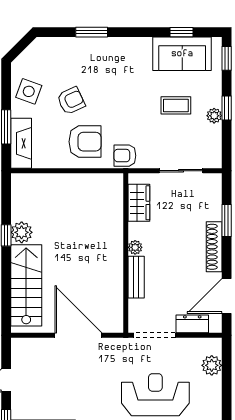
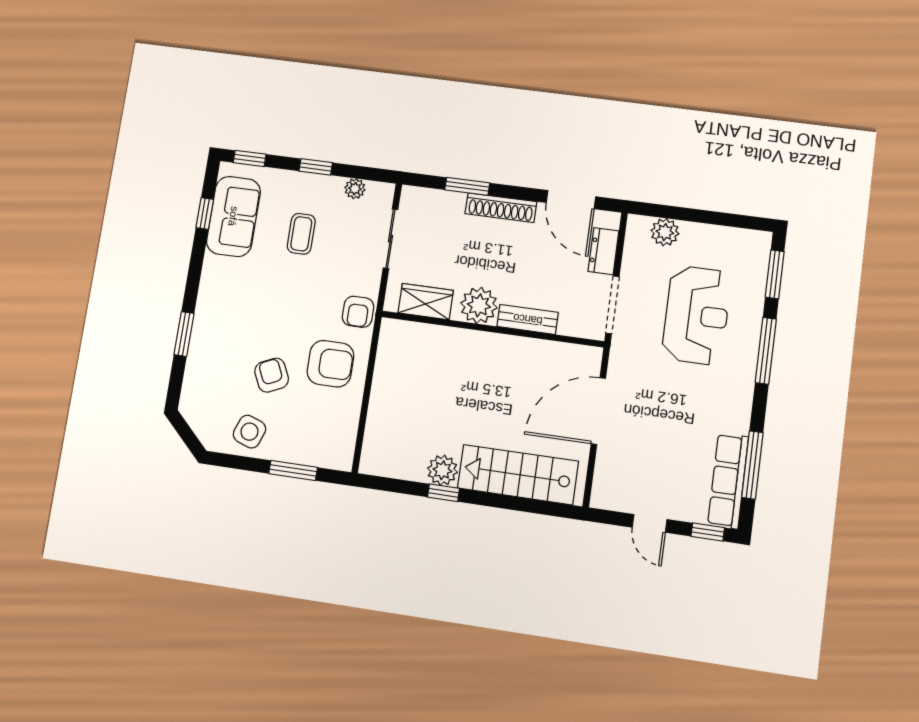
plant: (214, 116) -> (355, 189), moved
armchair: (85, 142) -> (330, 364), turned 90
fireplace: (21, 143) -> (319, 453), removed
plant: (135, 247) -> (479, 305), width x1.87, depth x1.87
reception desk: (155, 395) -> (697, 315), turned 180

